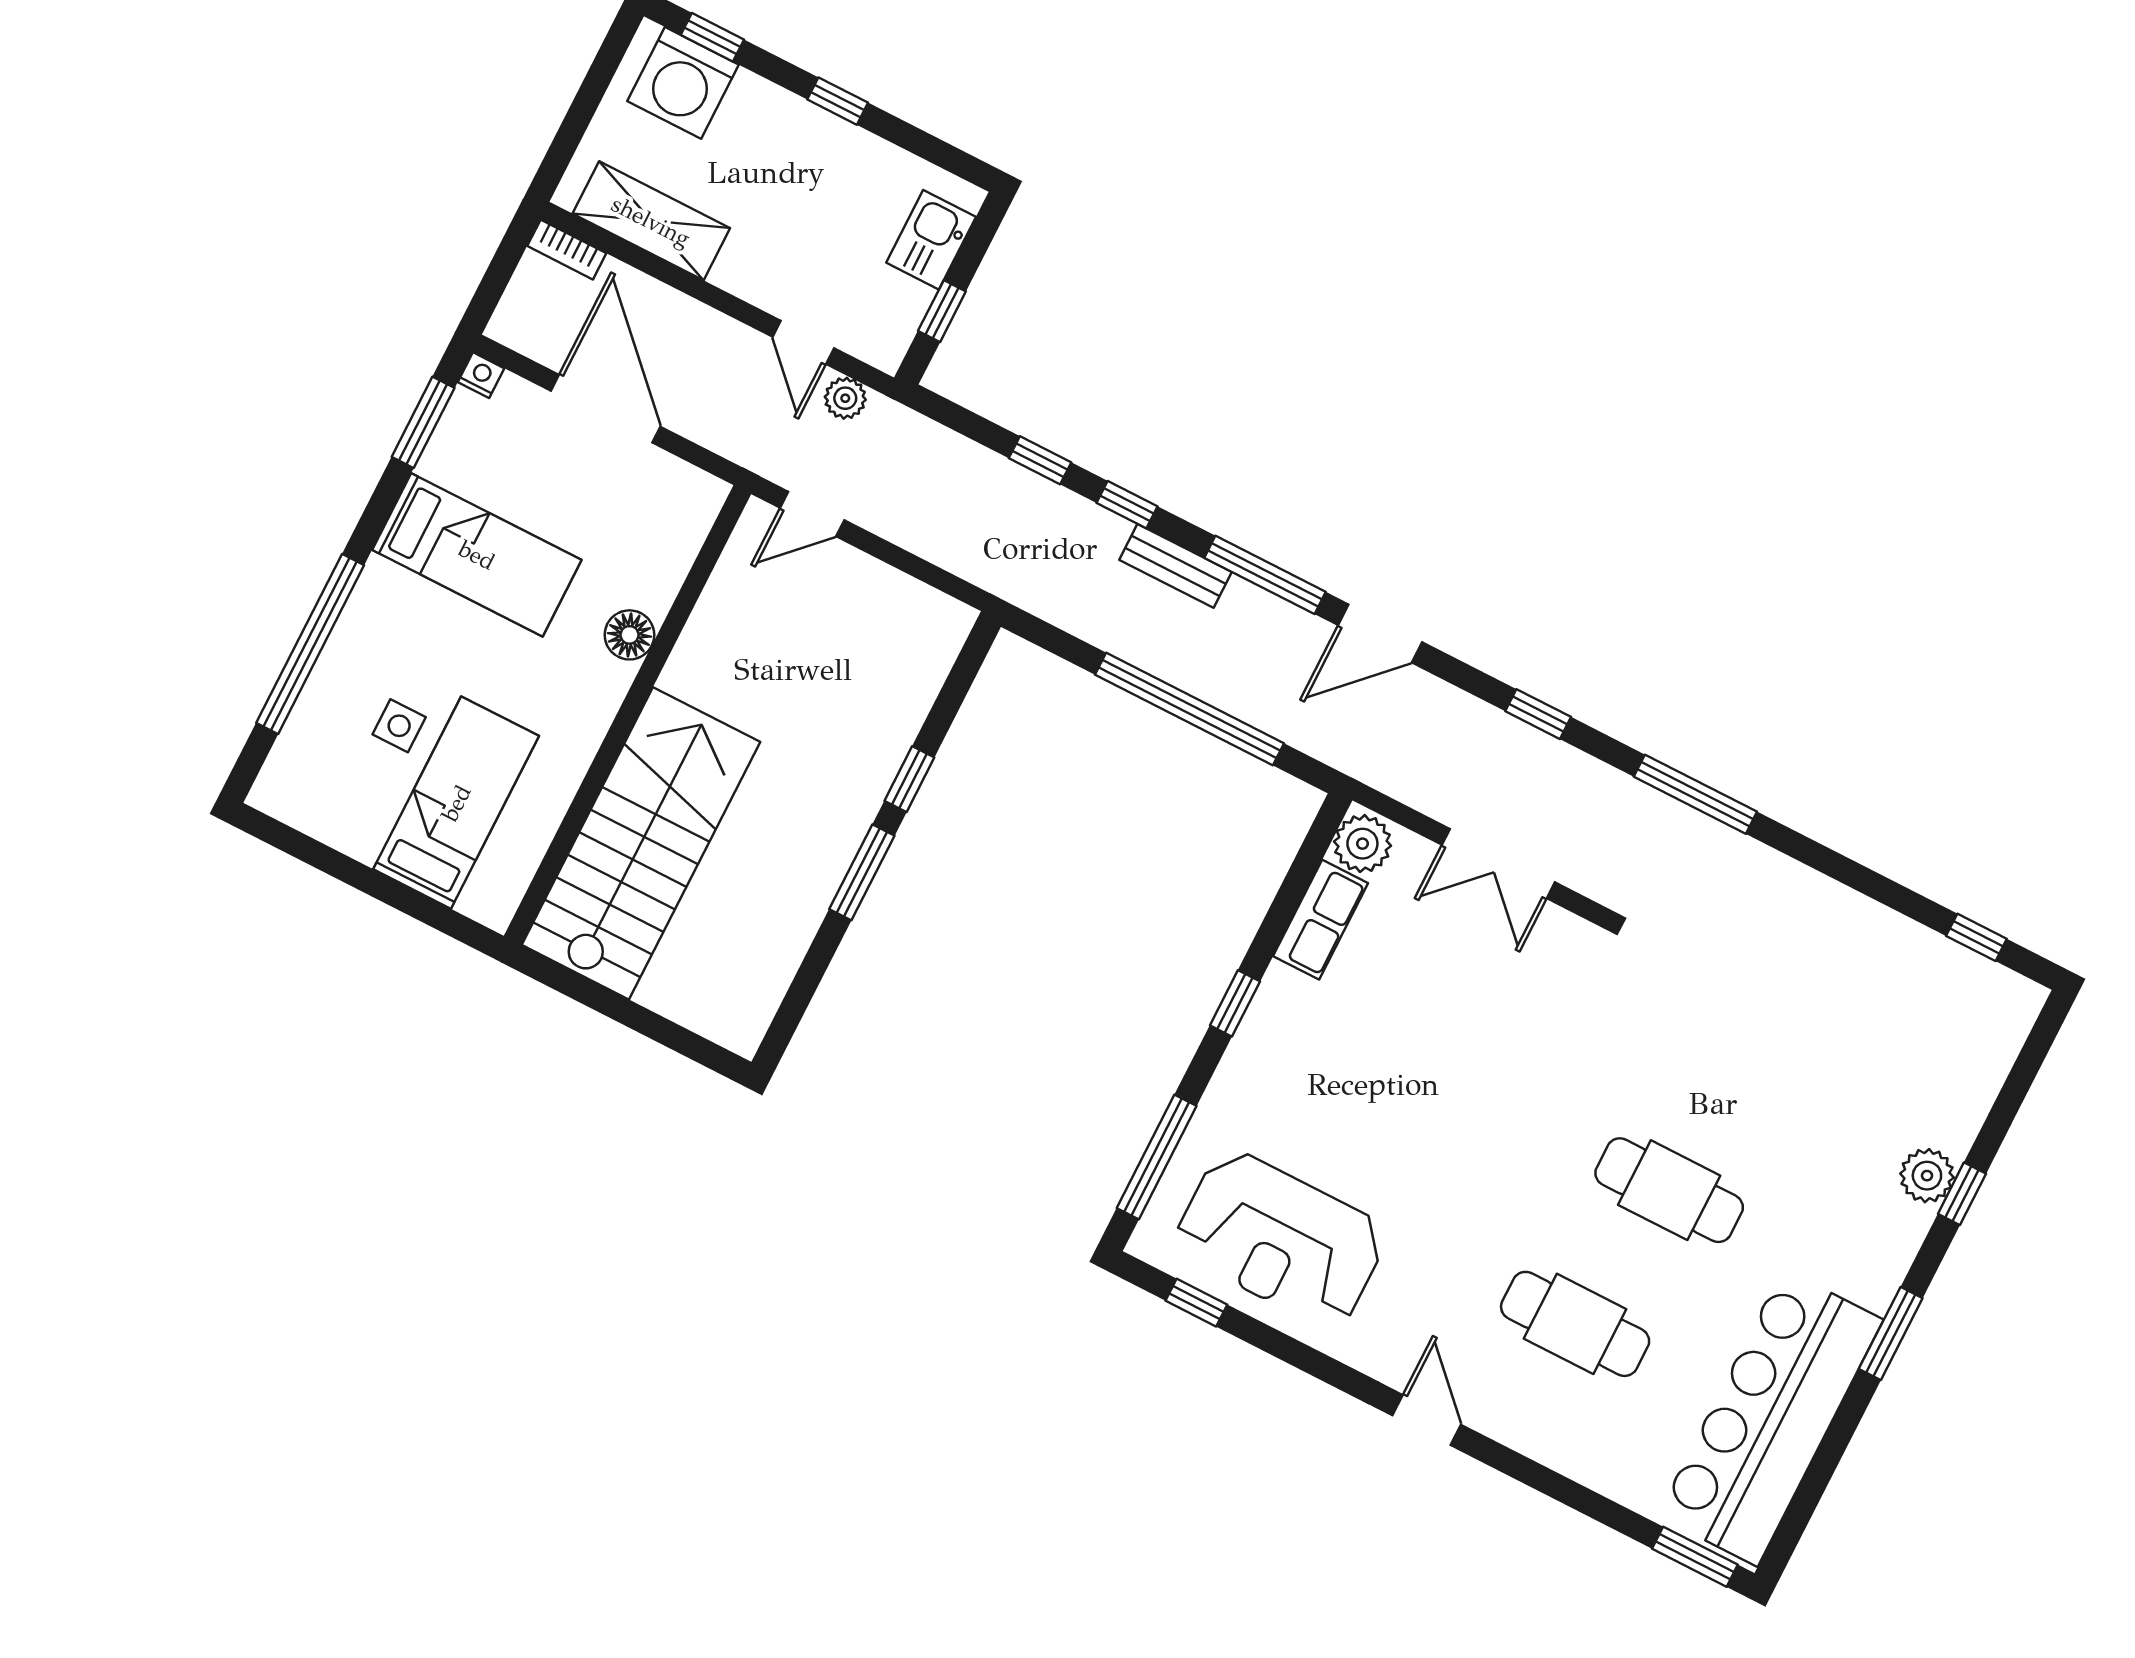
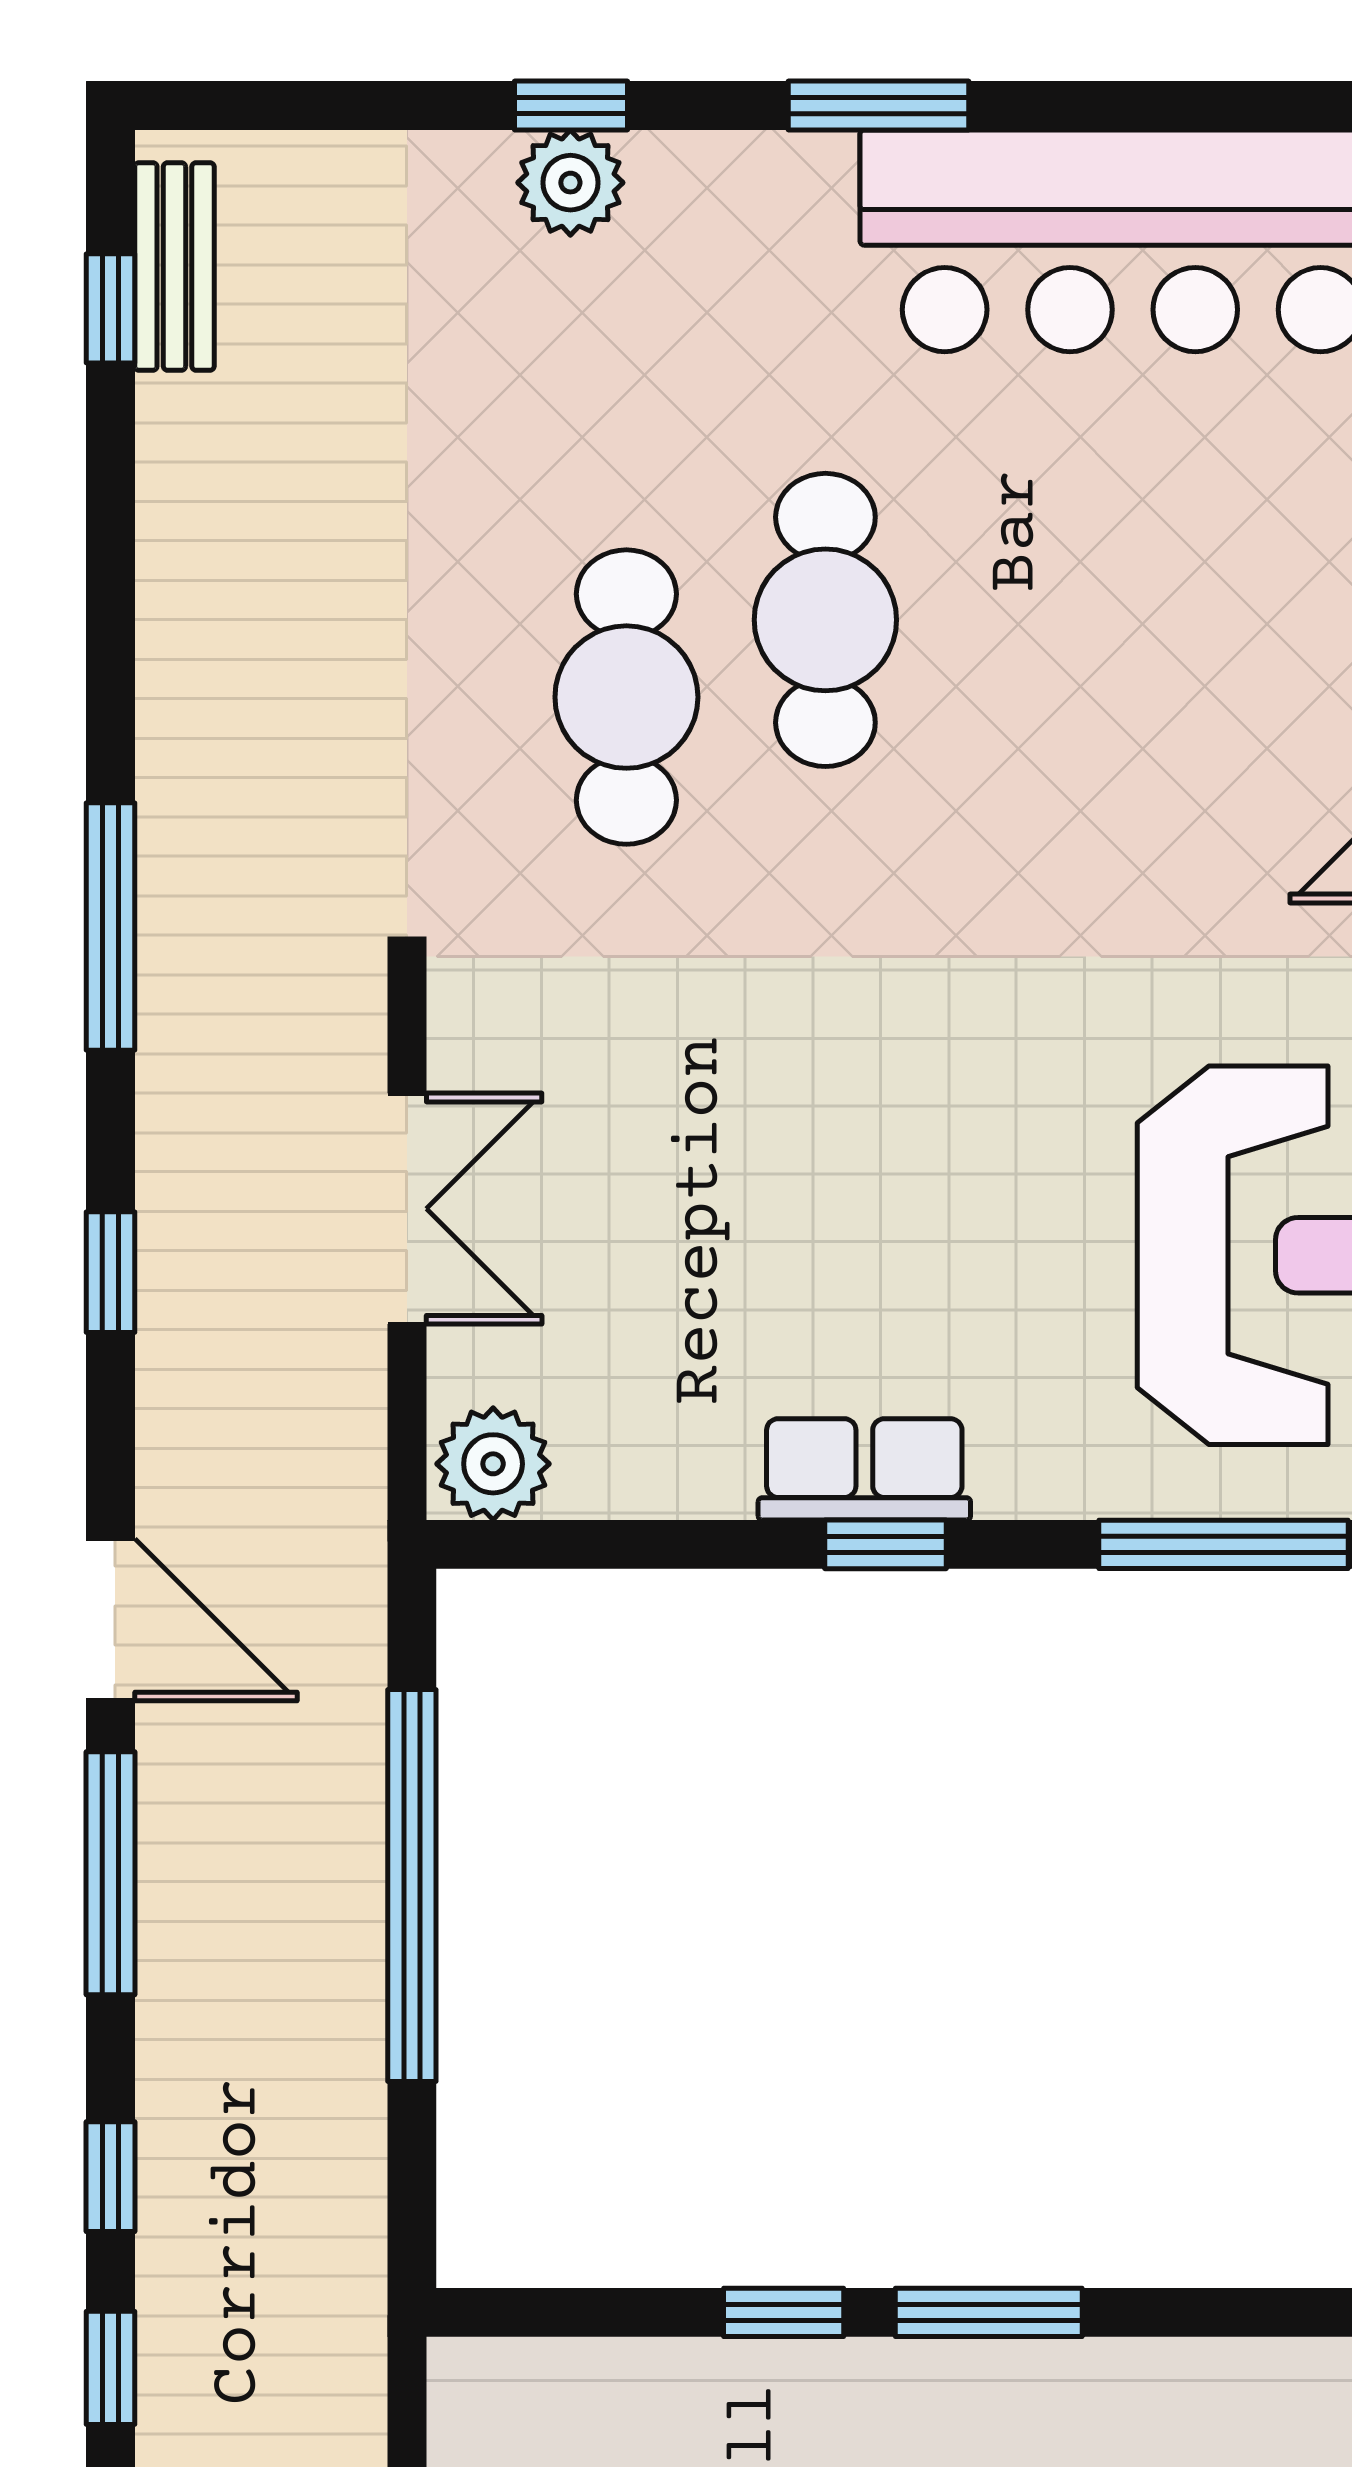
bench: (1176, 566) -> (174, 266), moved
row of seats: (1321, 920) -> (864, 1469), moved
cafe table: (1575, 1324) -> (626, 697), moved

